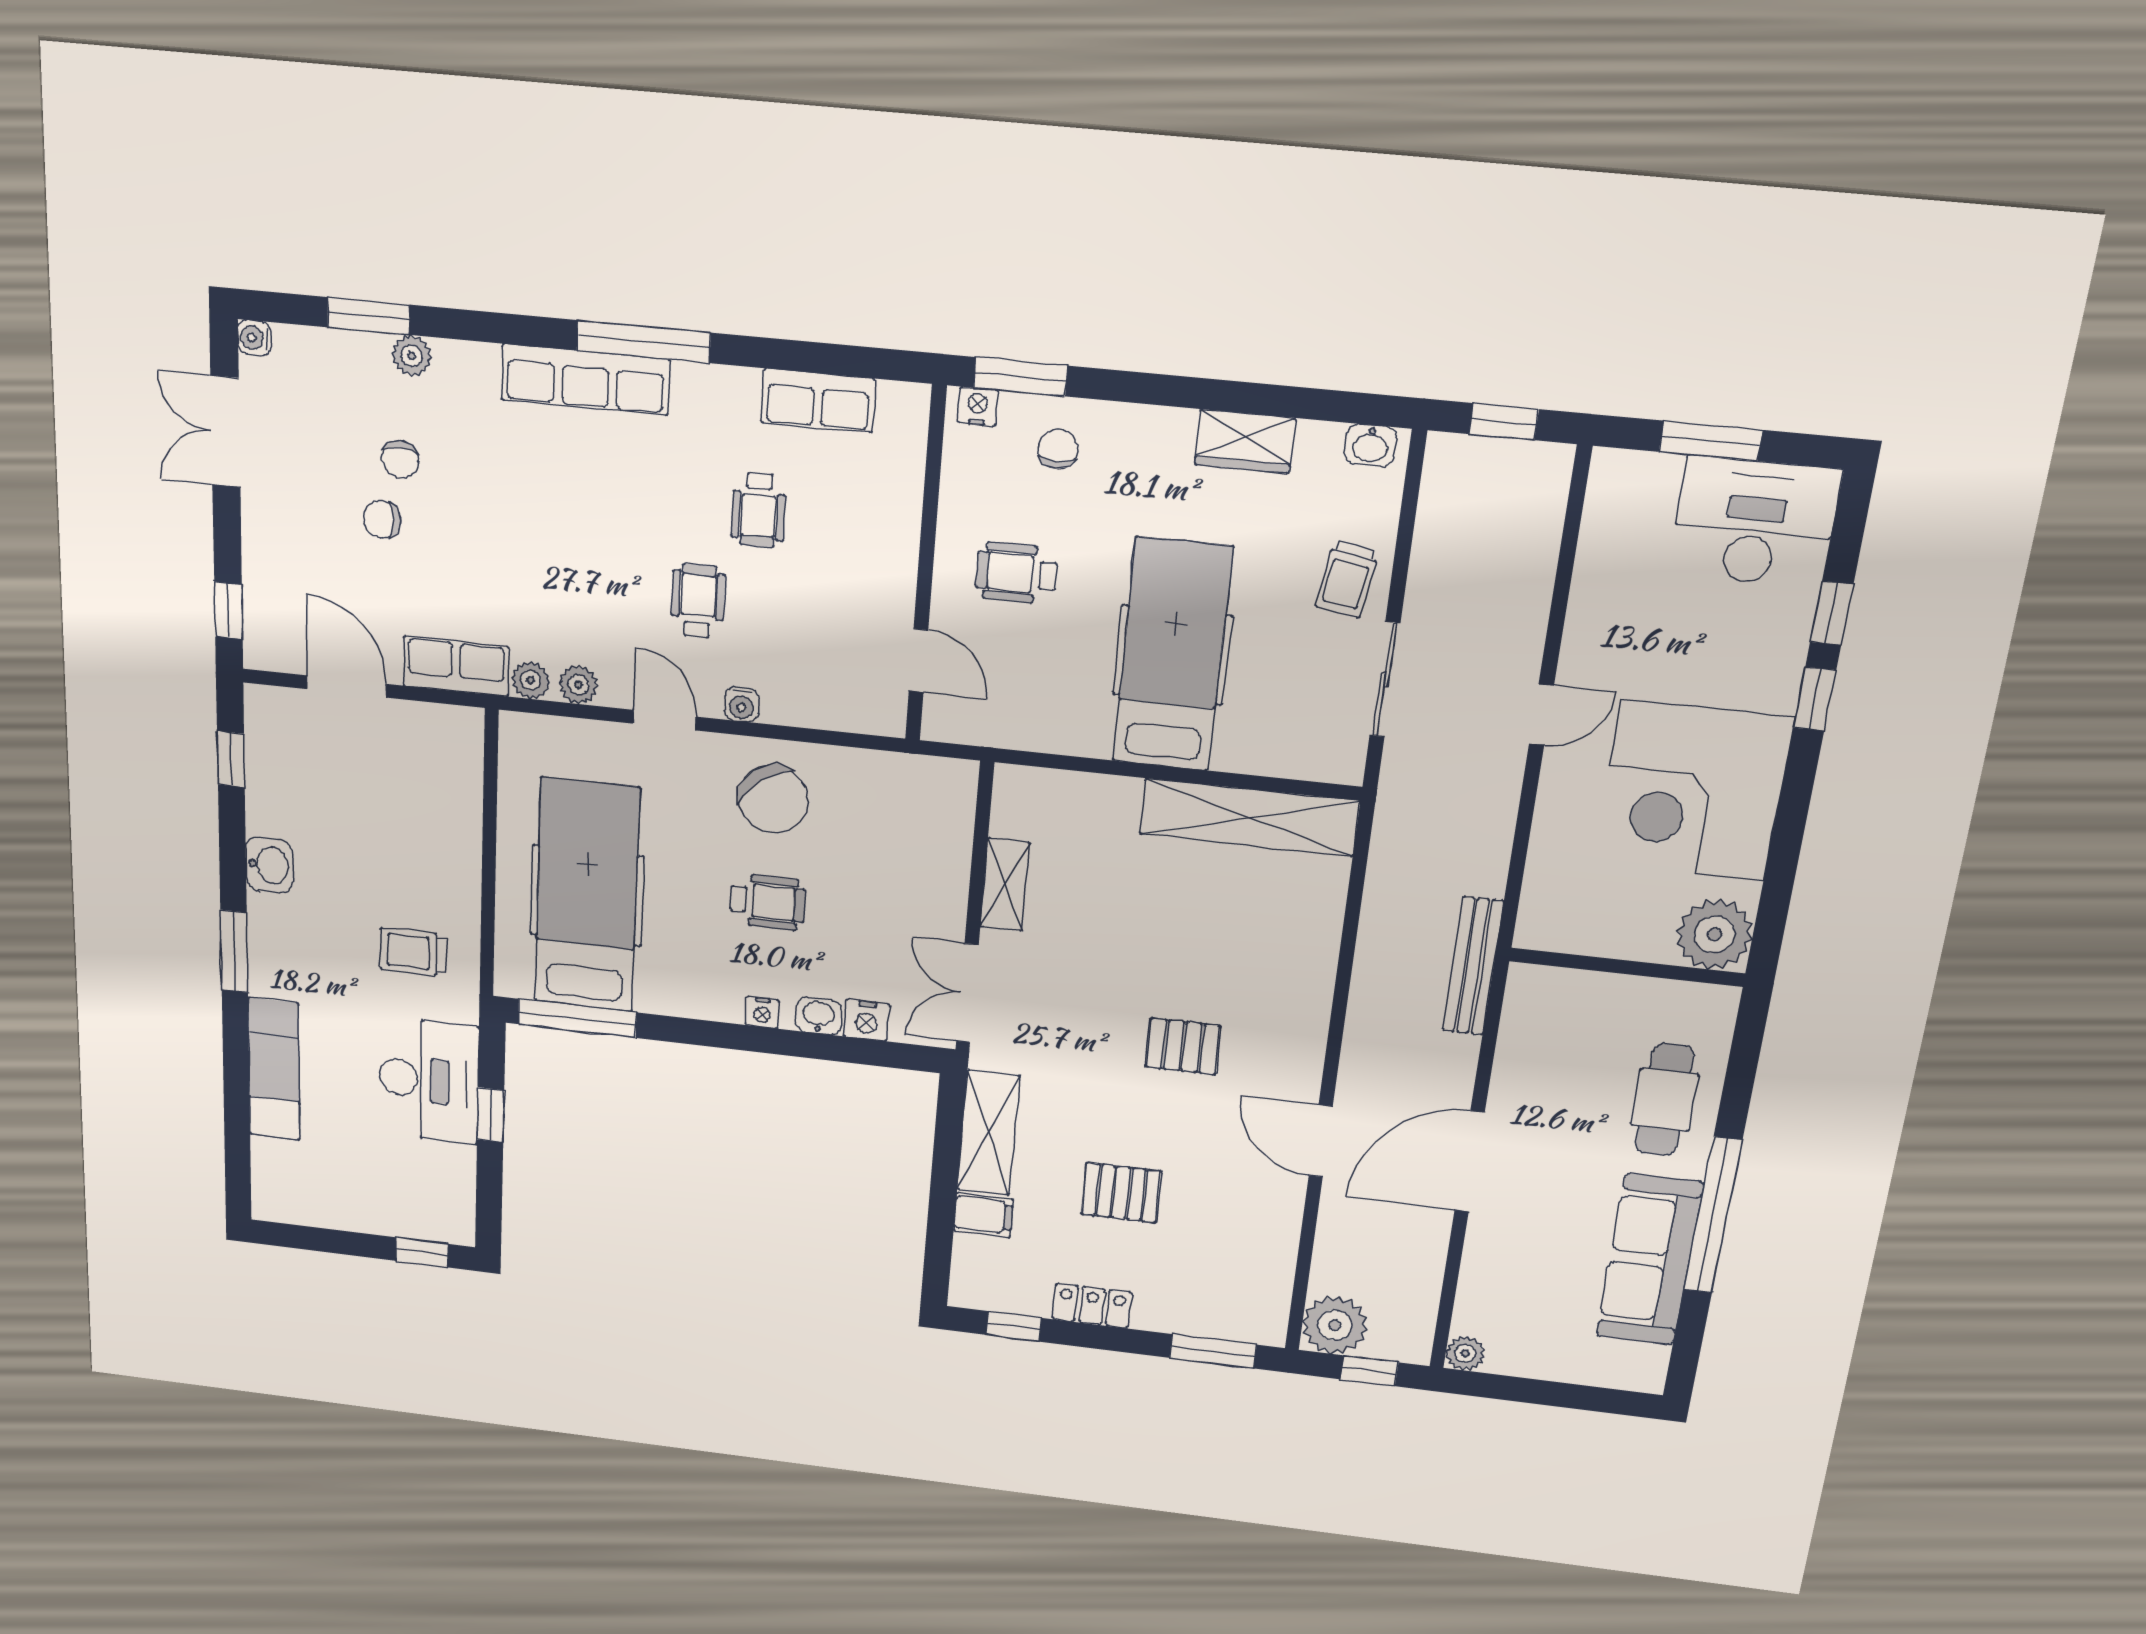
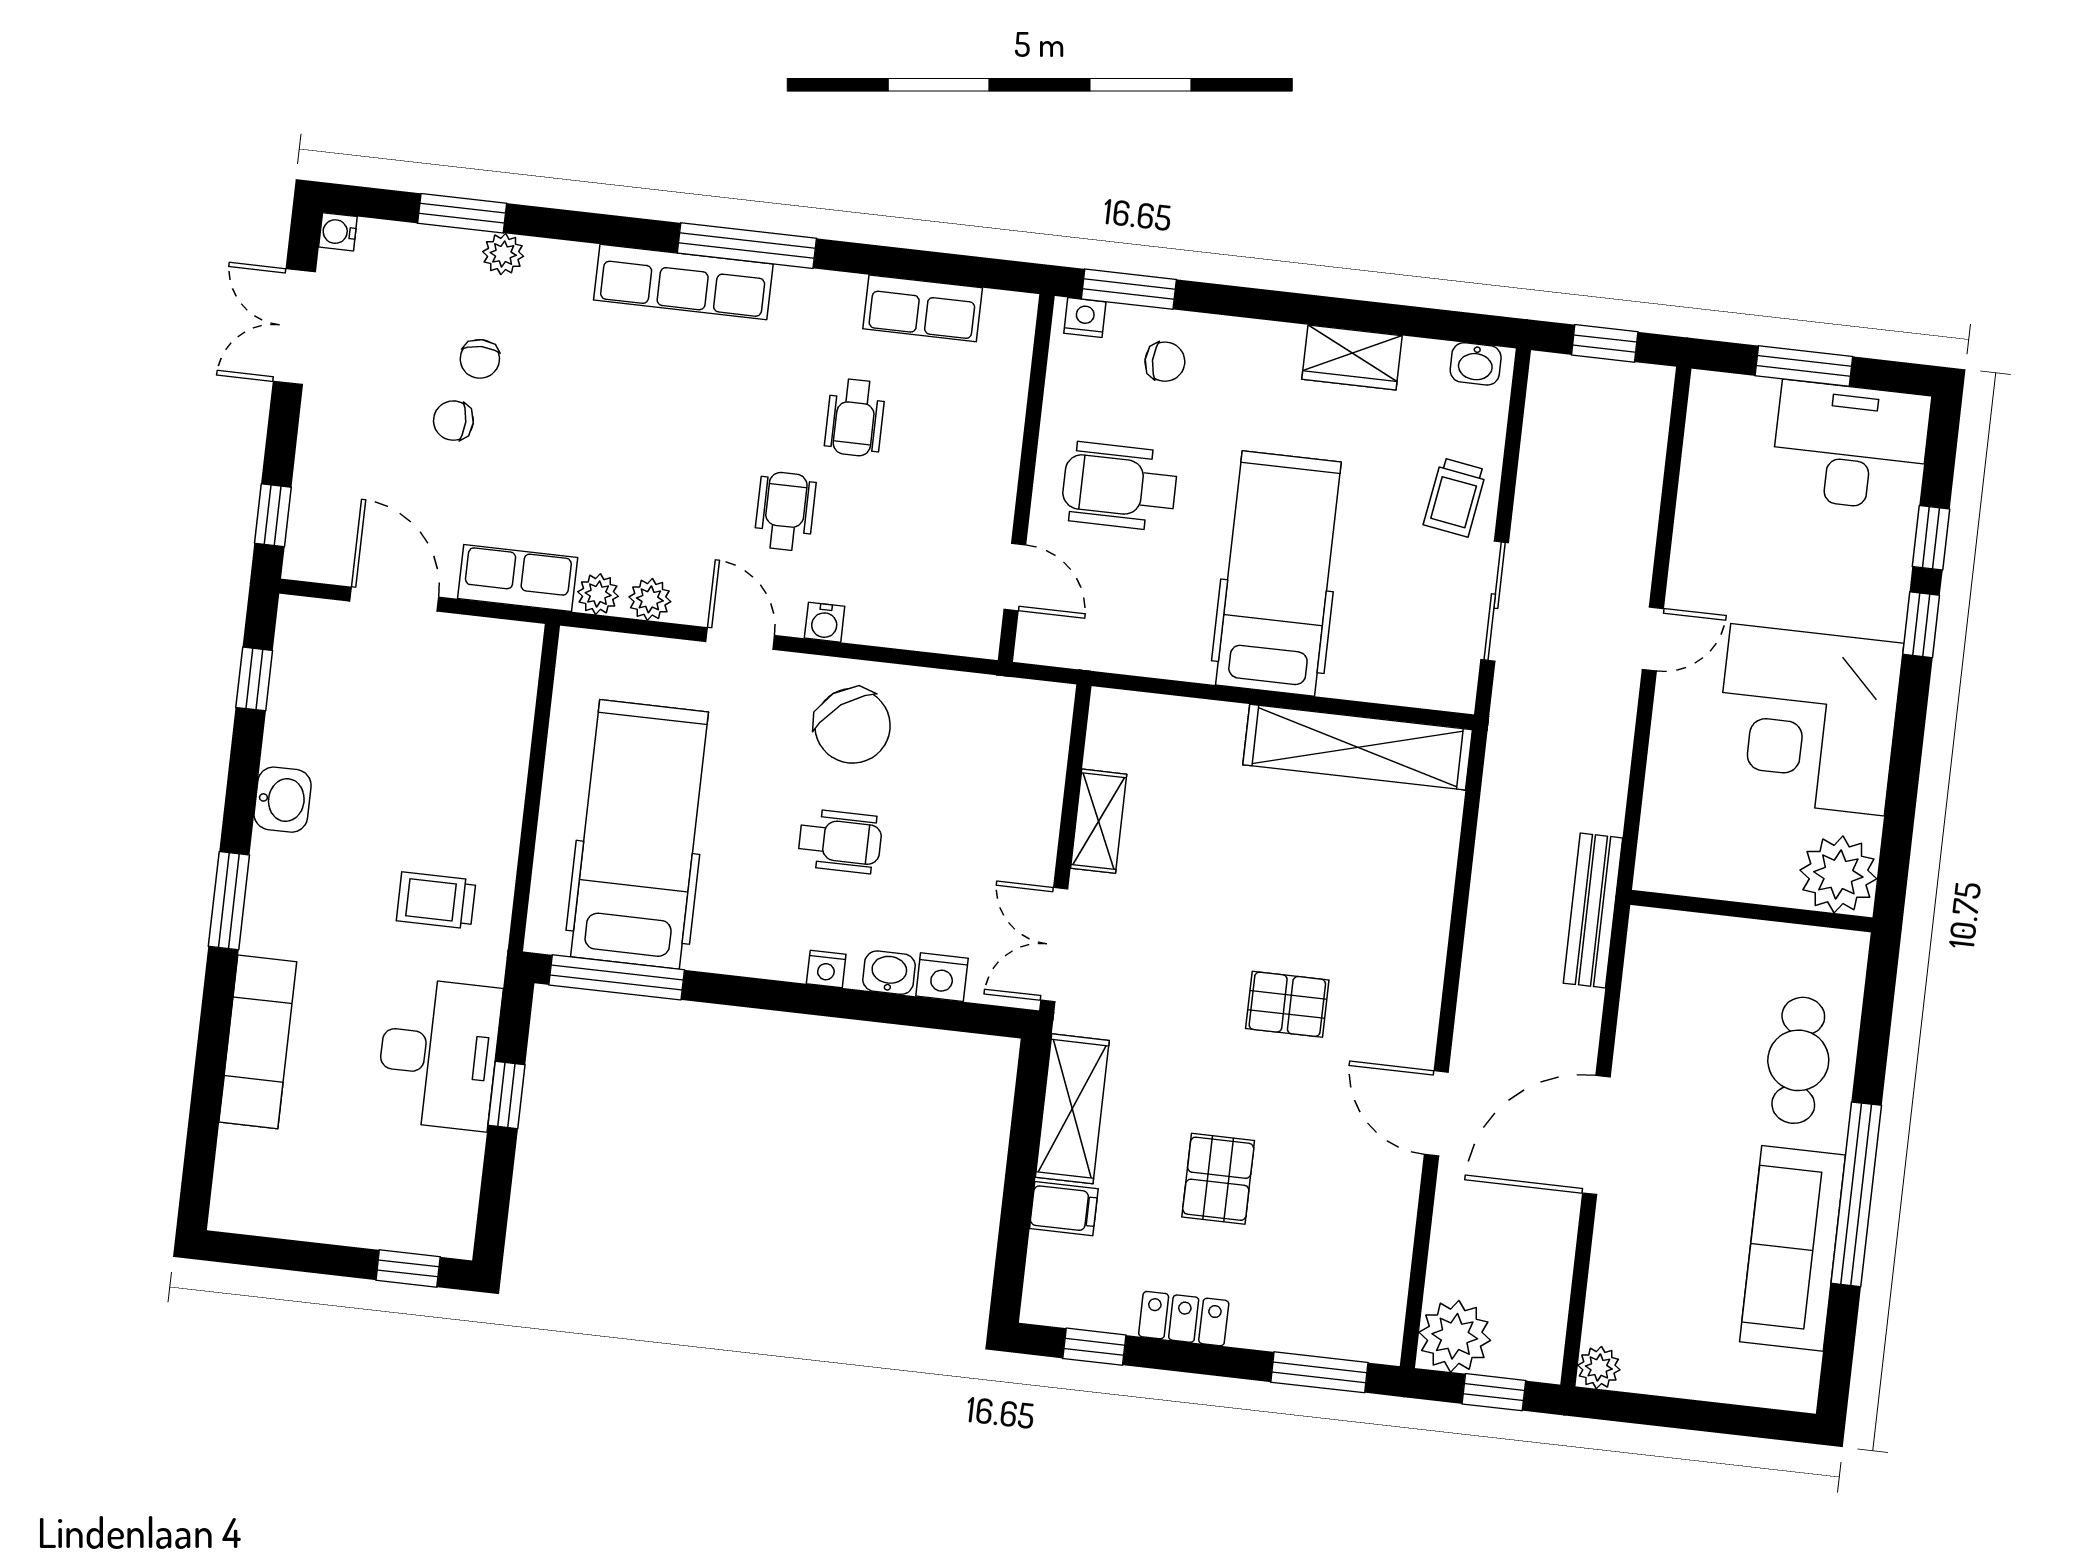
chair: (1058, 449) -> (1165, 362), turned 90
wheelchair: (1016, 573) -> (1120, 486), width x1.36, depth x1.37
pallet: (1121, 1193) -> (1218, 1179), turned 90

